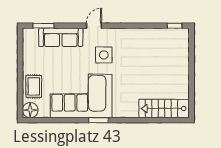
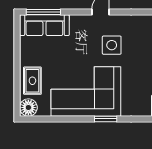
window: (43, 26) -> (43, 12), width x1.44
sofa: (61, 37) -> (44, 25), moved

